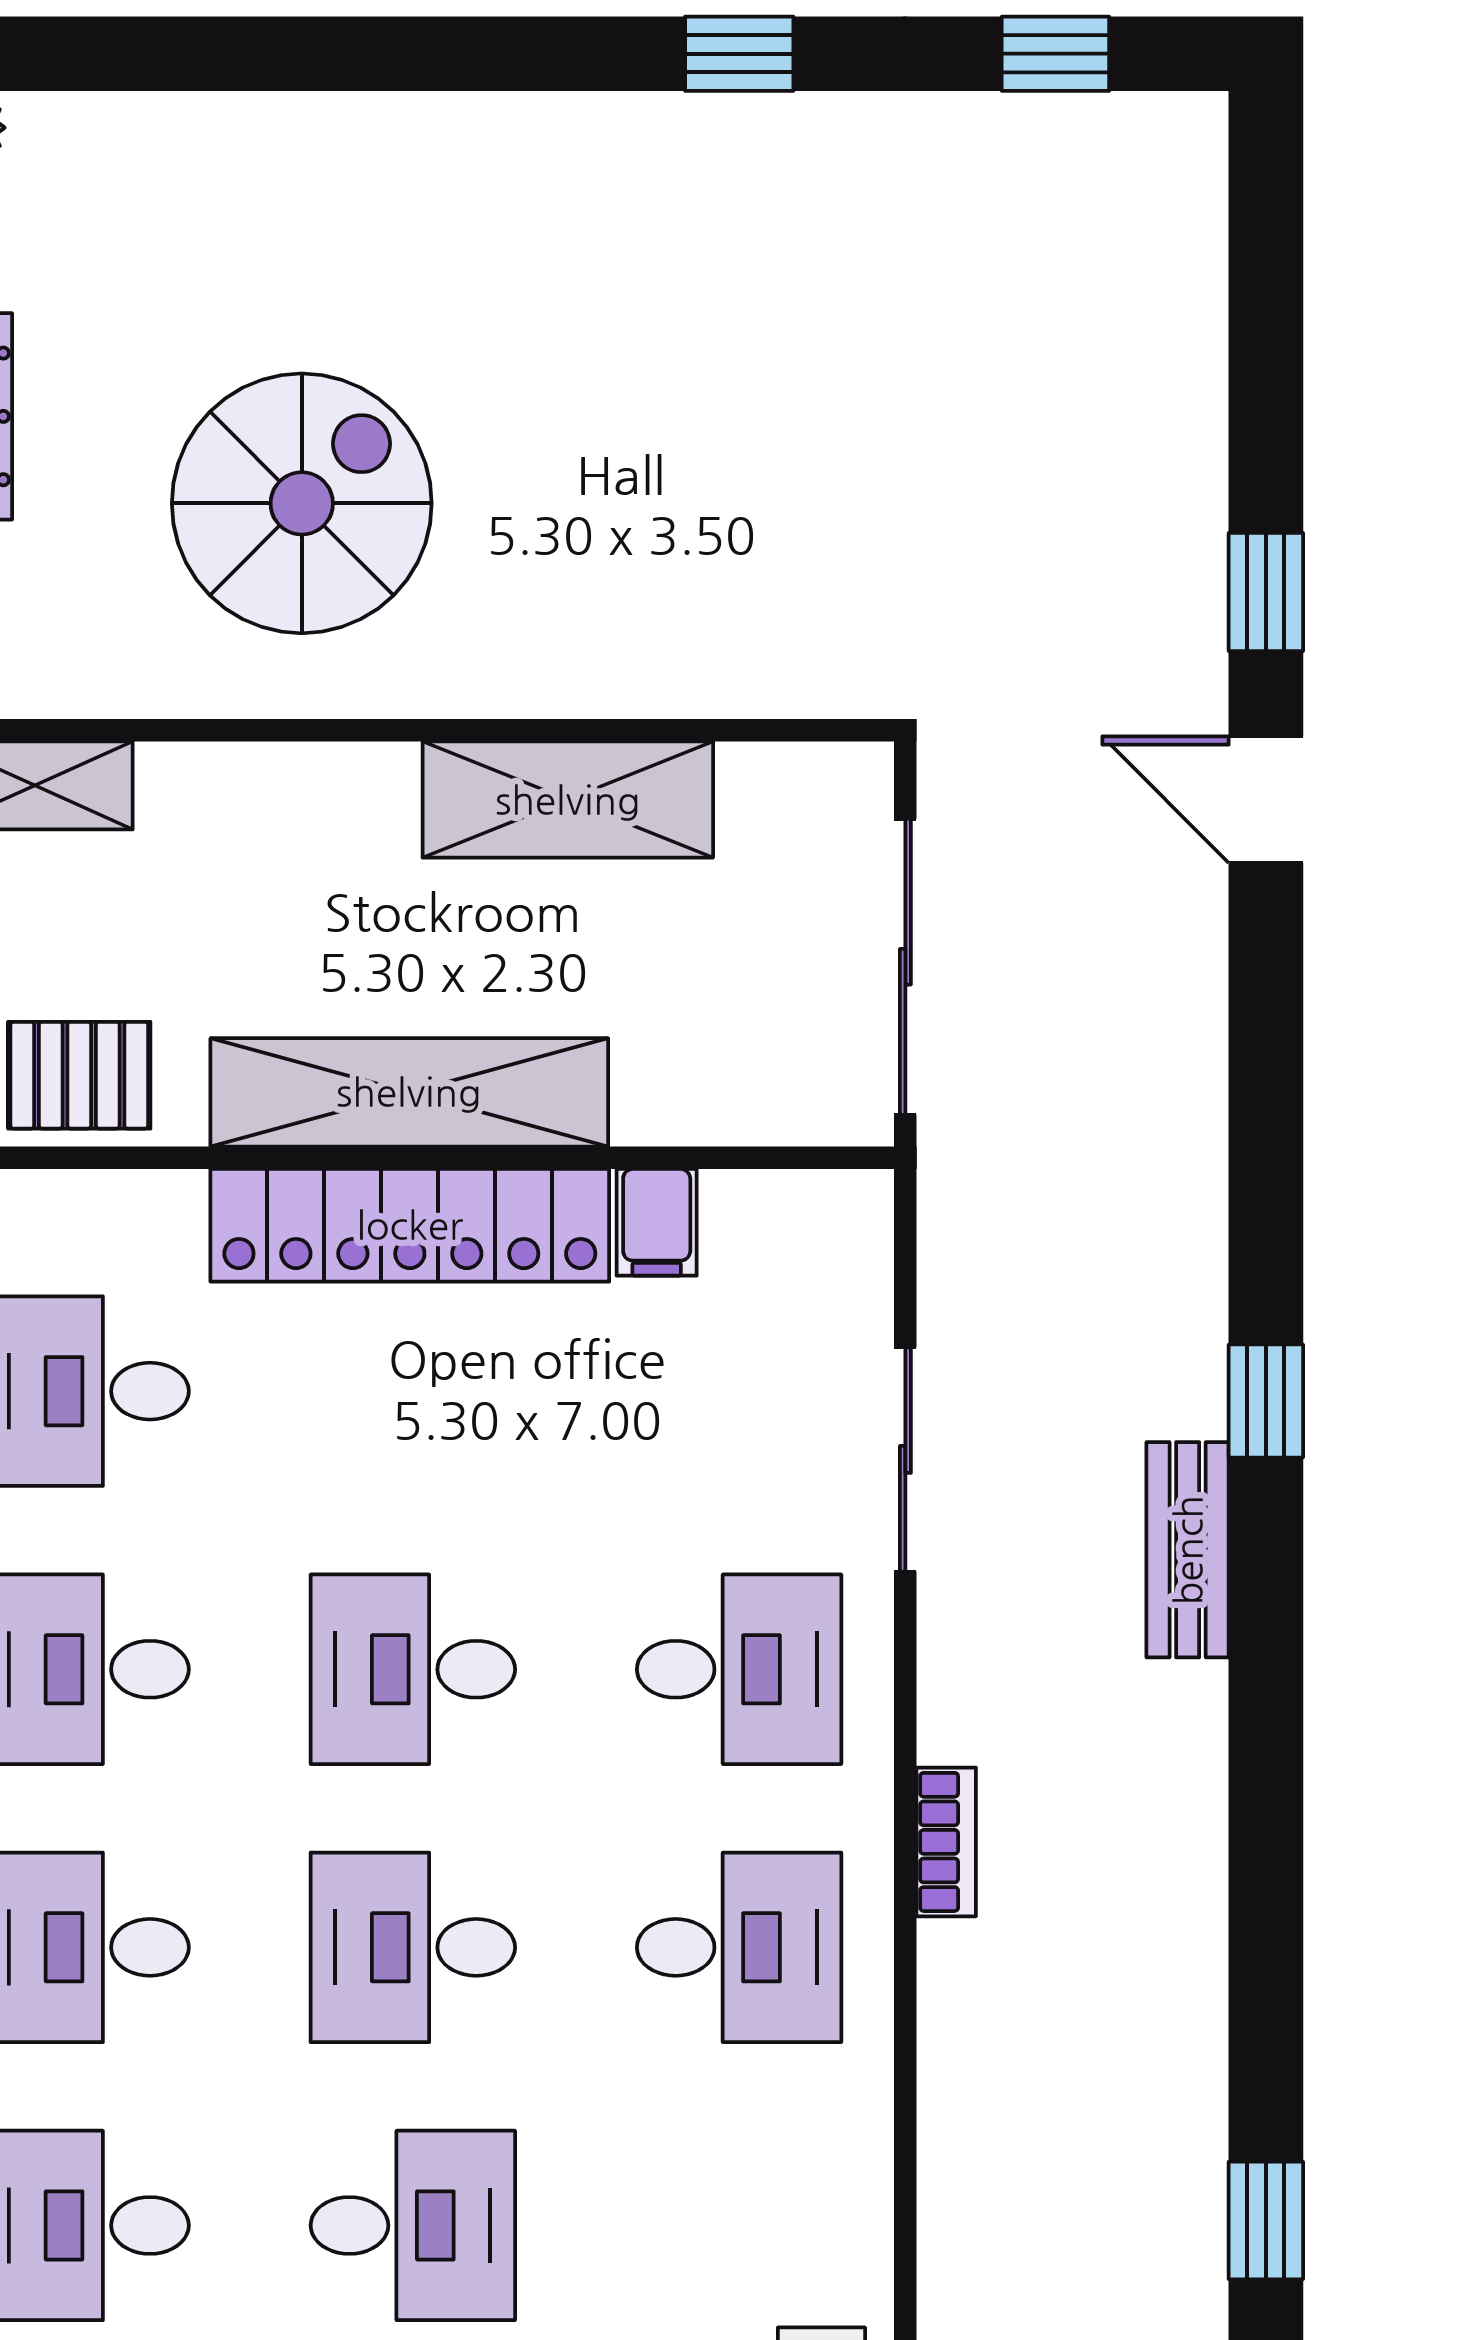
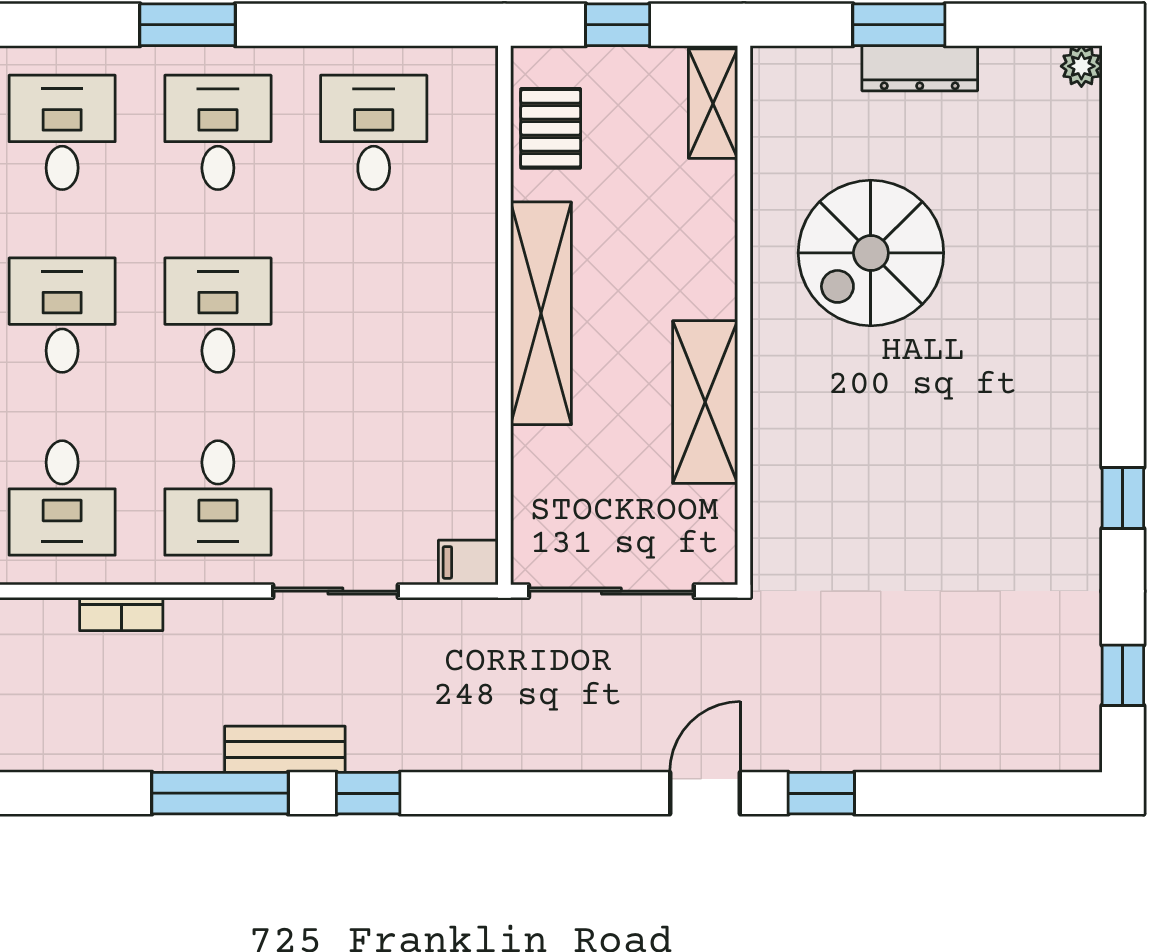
spiral stairs: (302, 503) -> (871, 253), turned 90
filing cabinet: (657, 1222) -> (468, 562), moved
locker: (410, 1225) -> (467, 314), removed
window: (1266, 1666) -> (220, 793), added

